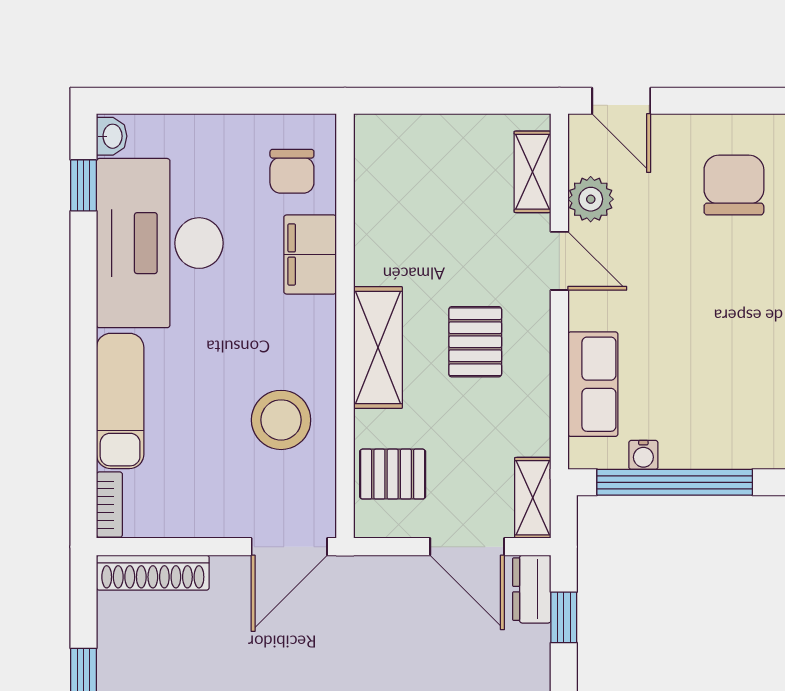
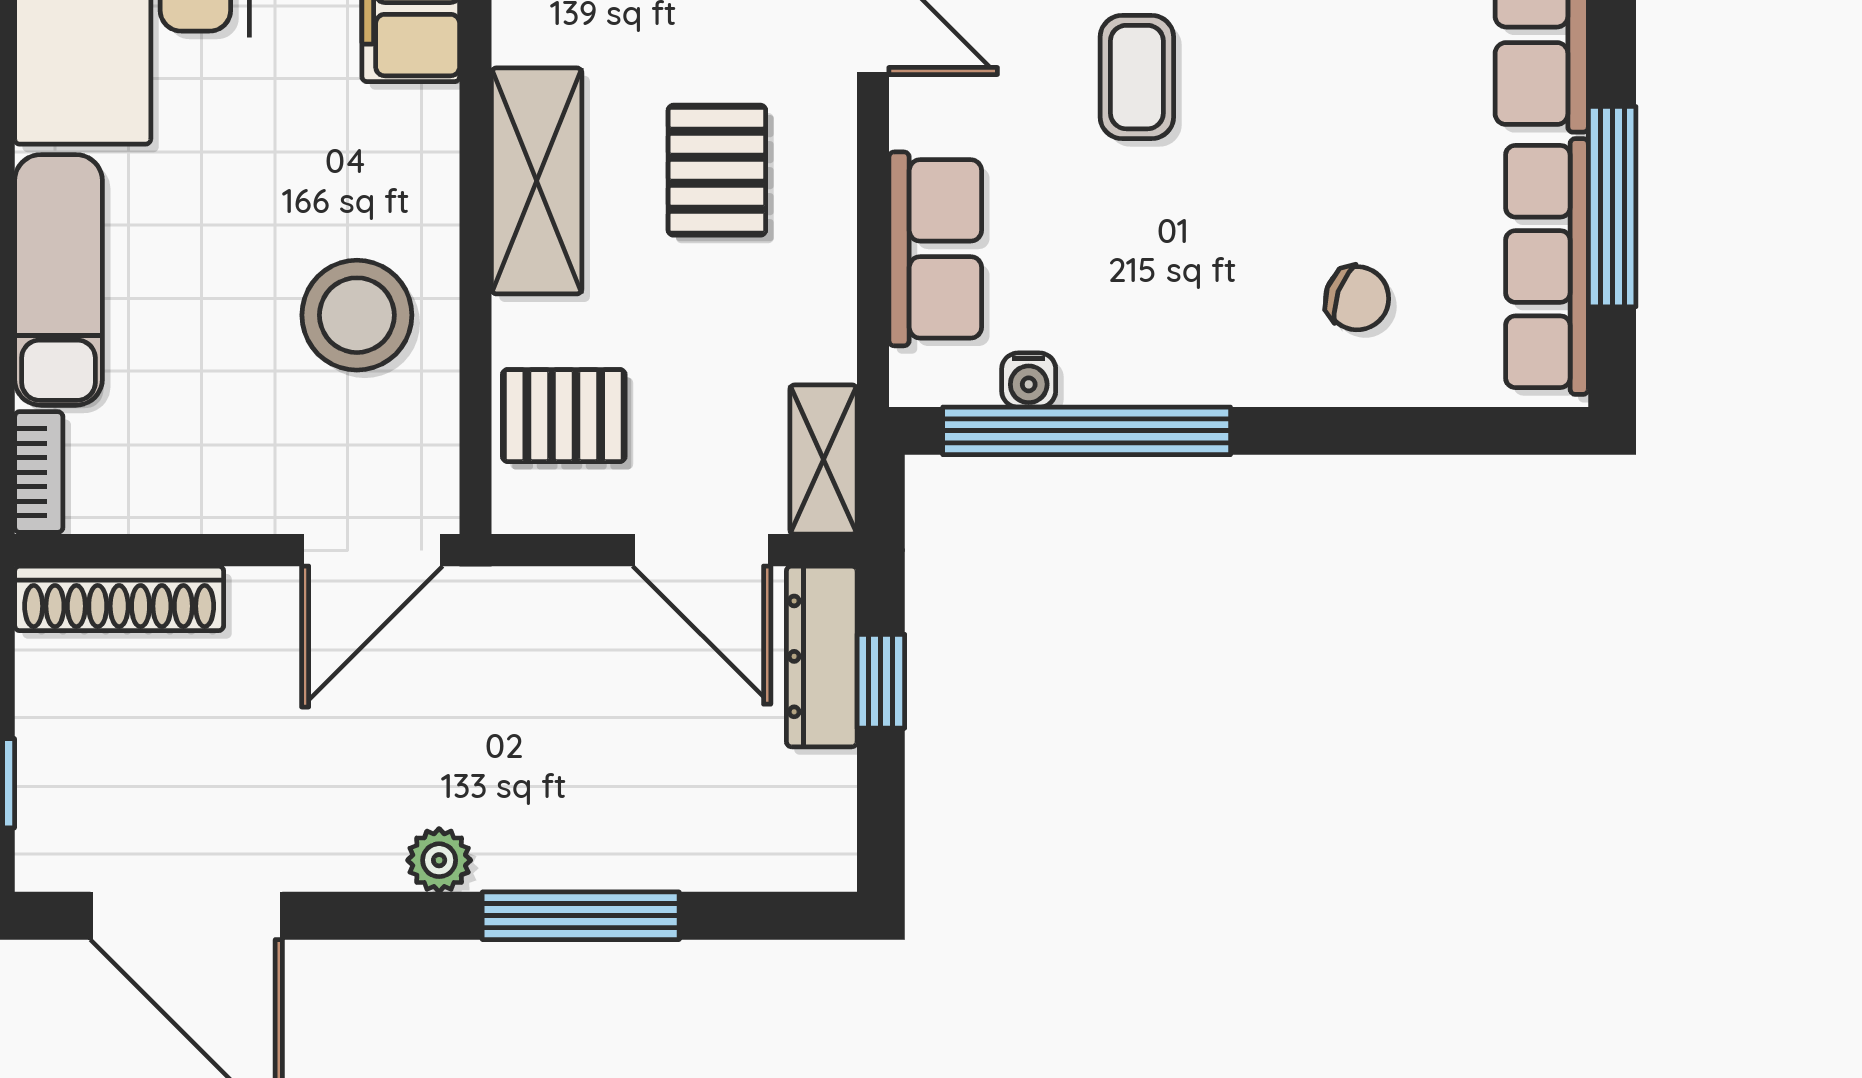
coffee table: (702, 291) -> (1137, 77), added
dresser: (532, 589) -> (822, 656), width x1.44

